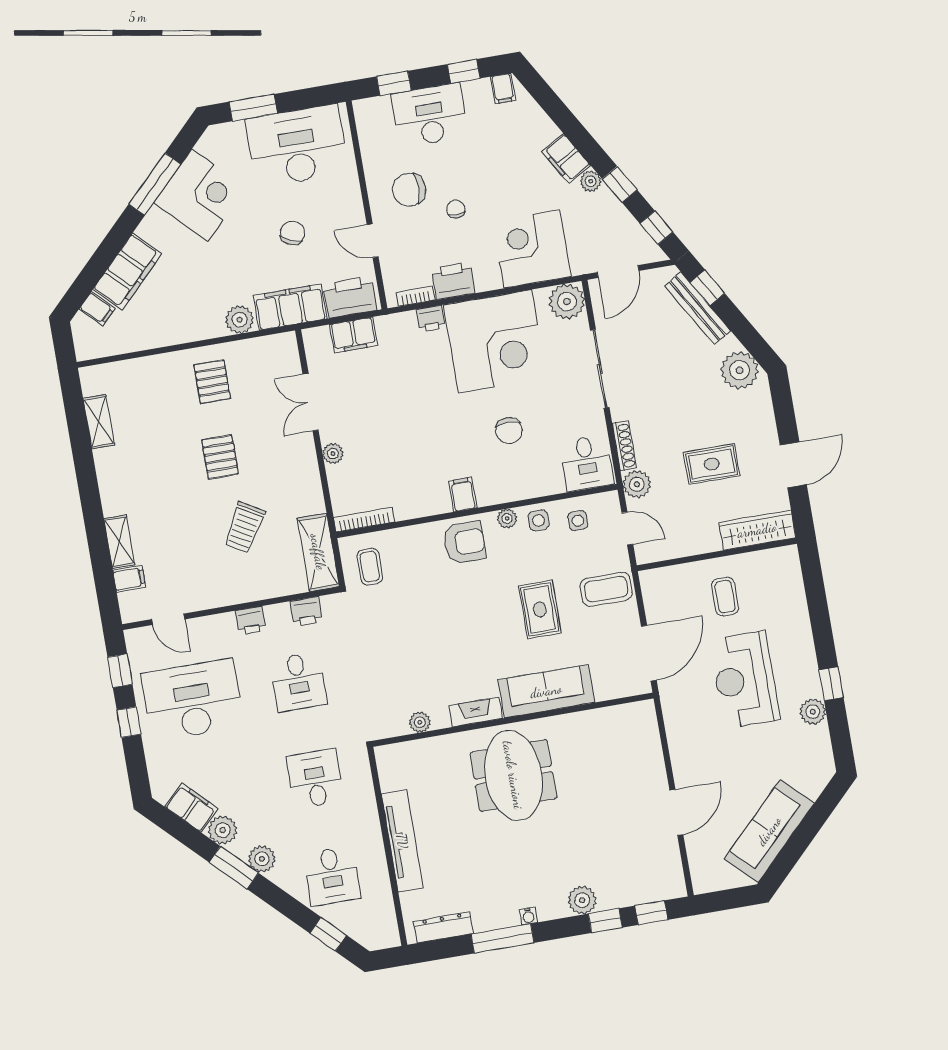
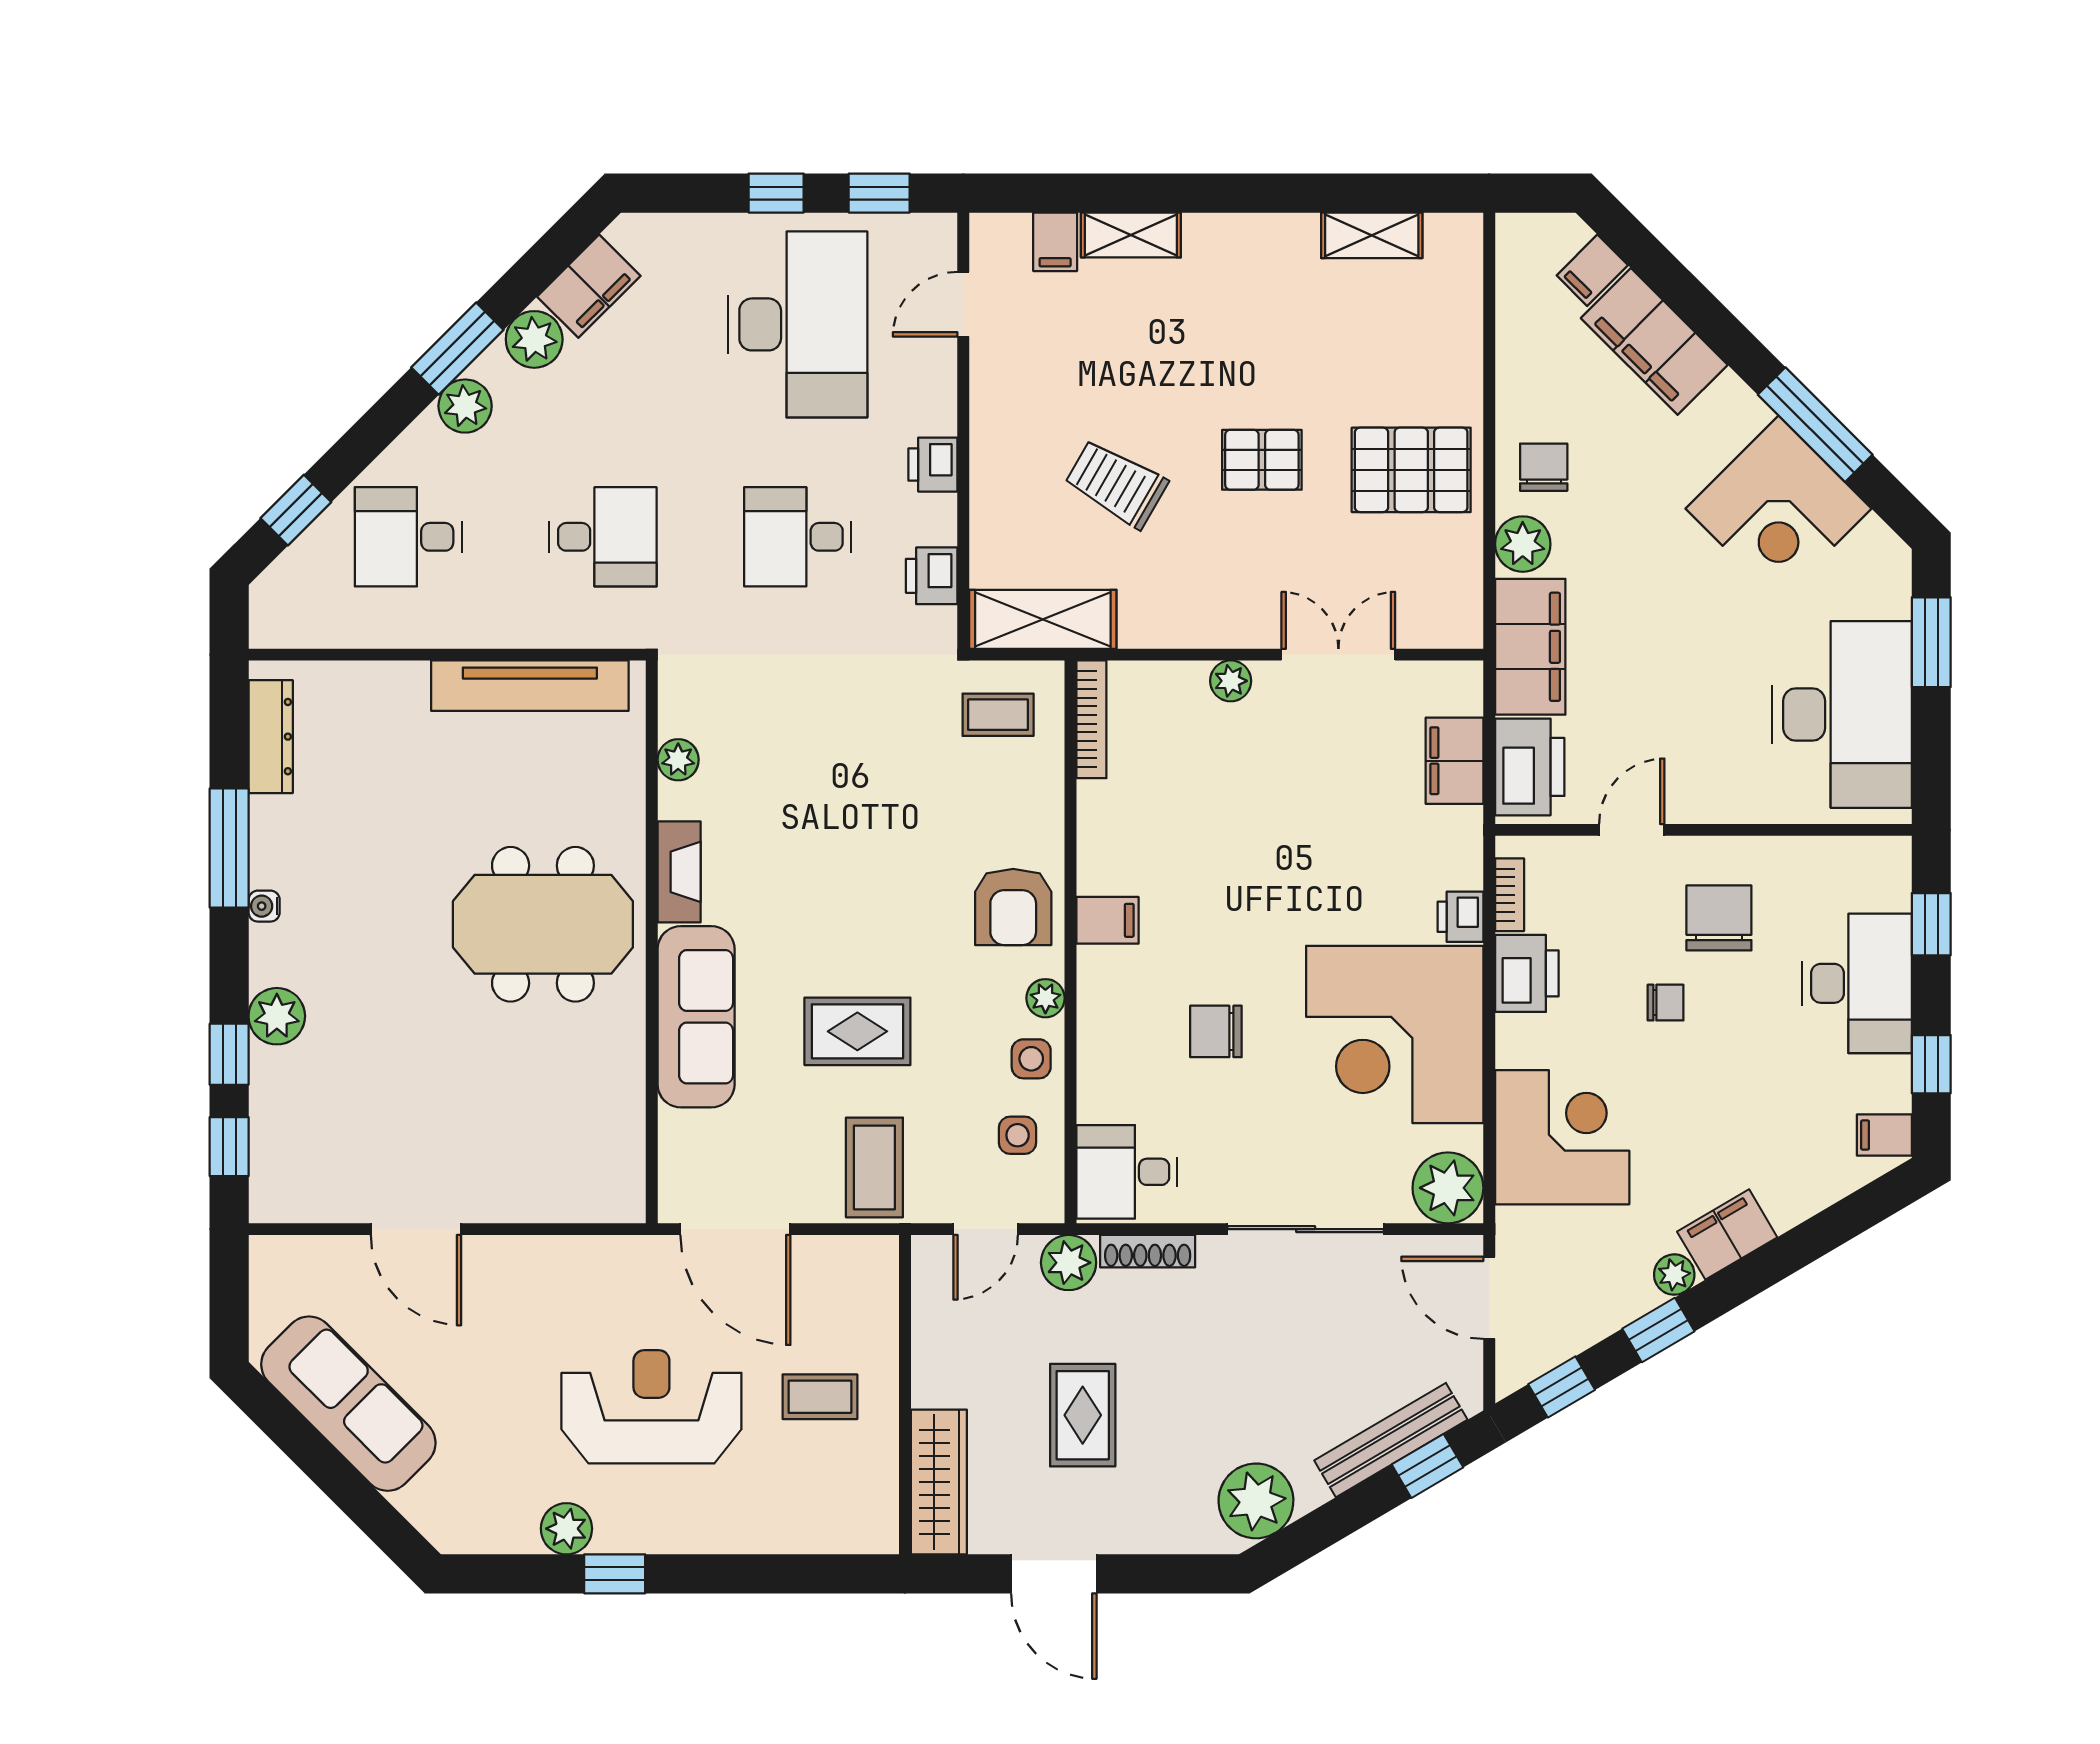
chair: (292, 233) -> (1544, 467), moved, turned -114
pallet: (212, 382) -> (1411, 470), width x1.50, depth x1.42
tv unit: (402, 841) -> (530, 686), moved

